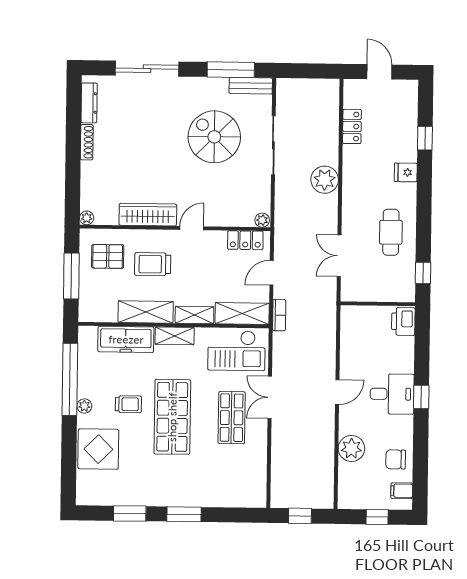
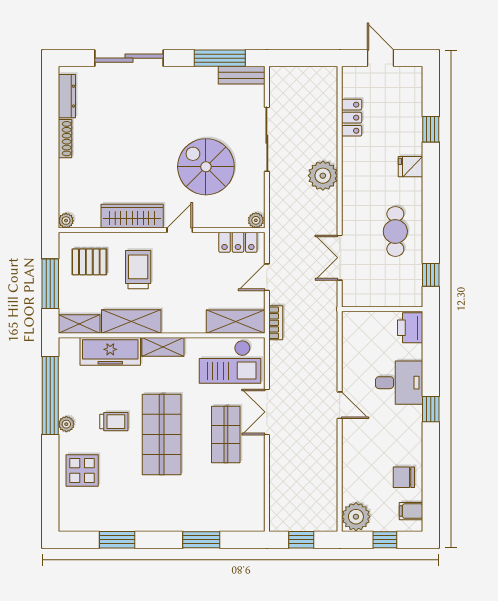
spiral stairs: (214, 137) -> (206, 167), moved
trolley: (153, 264) -> (138, 270), turned 90
shelving: (194, 315) -> (79, 324), moved
door: (337, 392) -> (340, 405), hinge flipped
desk: (392, 394) -> (399, 383), moved
plant: (351, 448) -> (356, 517), moved
display table: (98, 449) -> (82, 471), width x0.73, depth x0.73
window: (184, 514) -> (201, 540), moved

